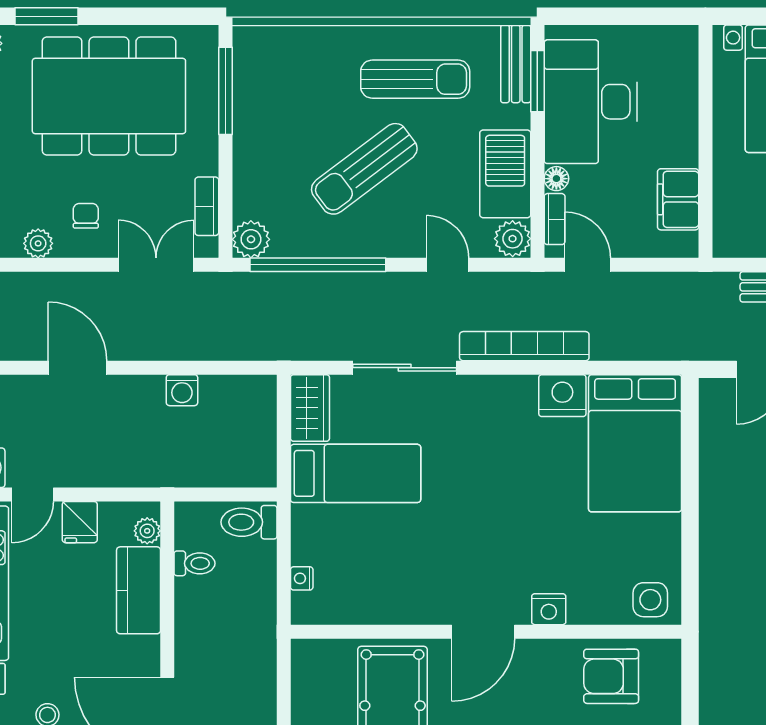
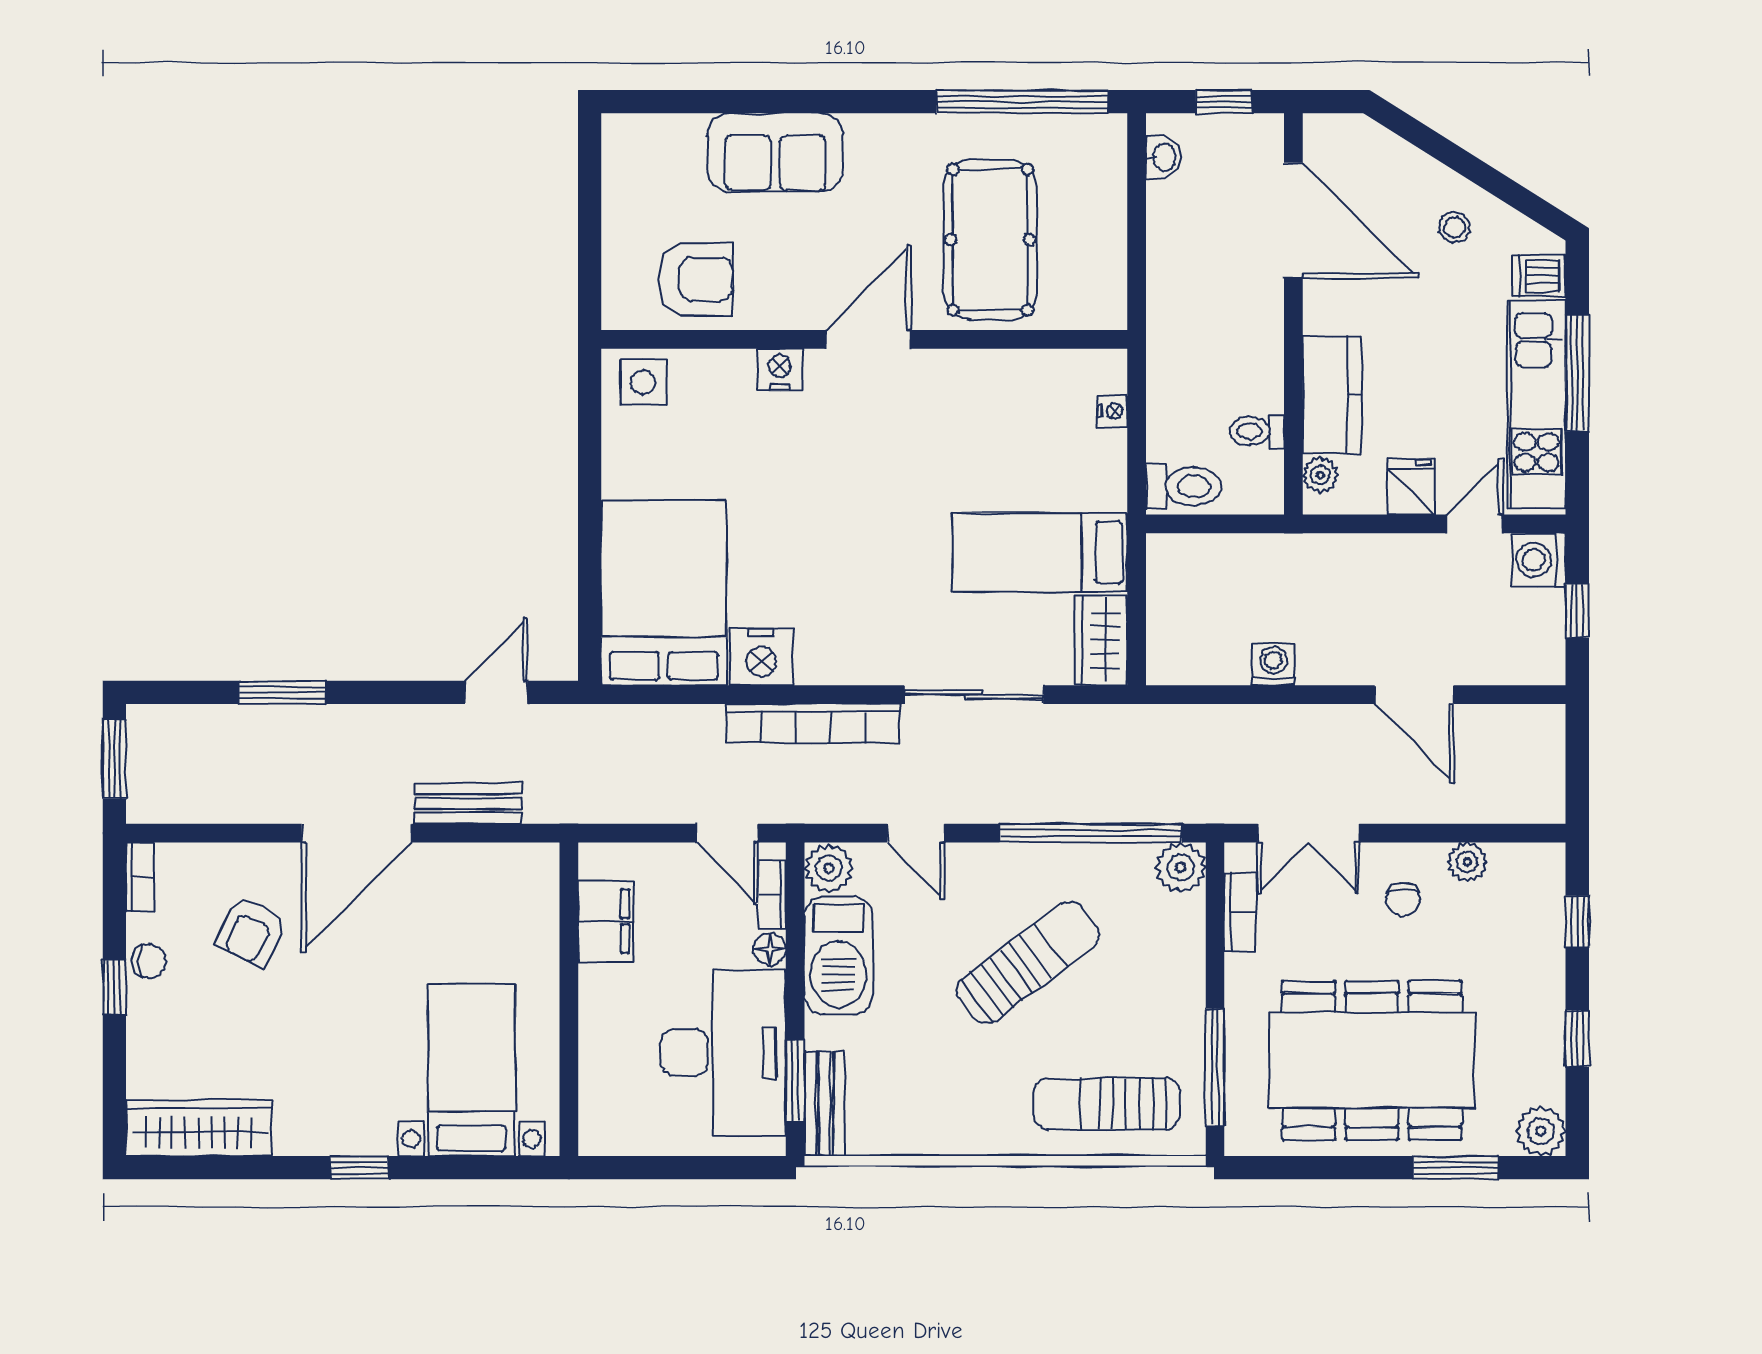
sun lounger: (415, 79) -> (1107, 1104), moved

